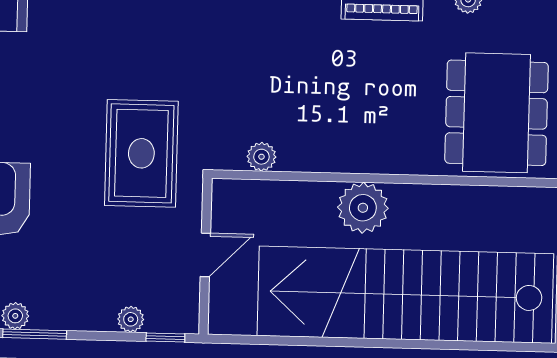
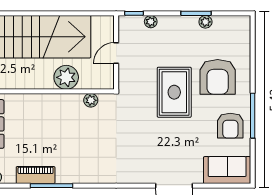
rug: (141, 153) -> (174, 92), moved
plant: (363, 208) -> (66, 77), moved

